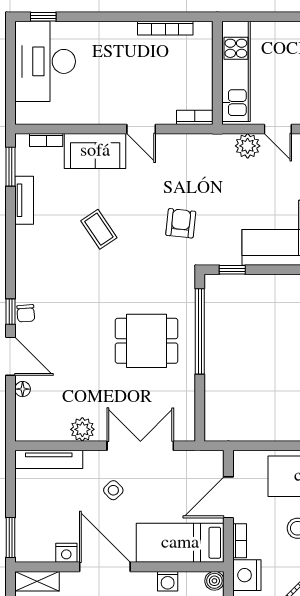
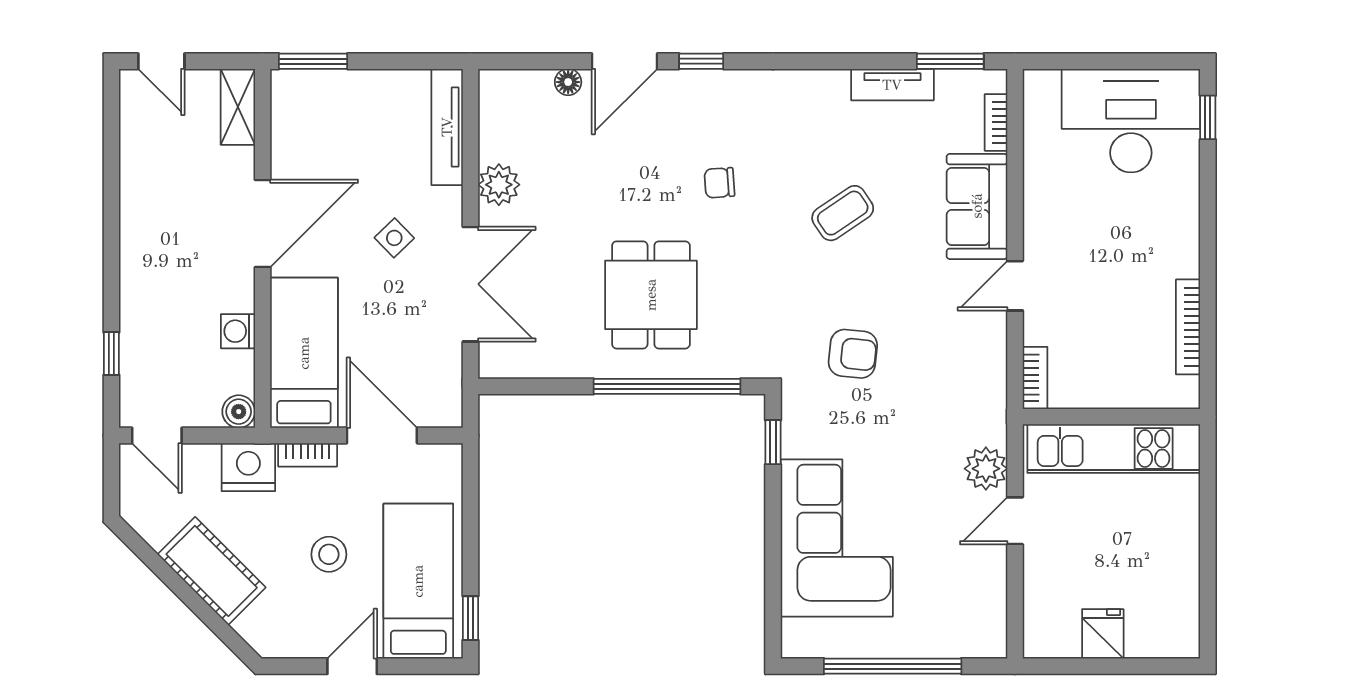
chair: (26, 313) -> (720, 183), moved
nightstand: (66, 553) -> (287, 157), removed

